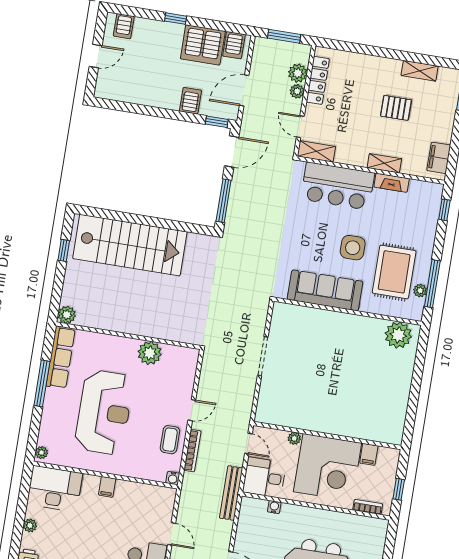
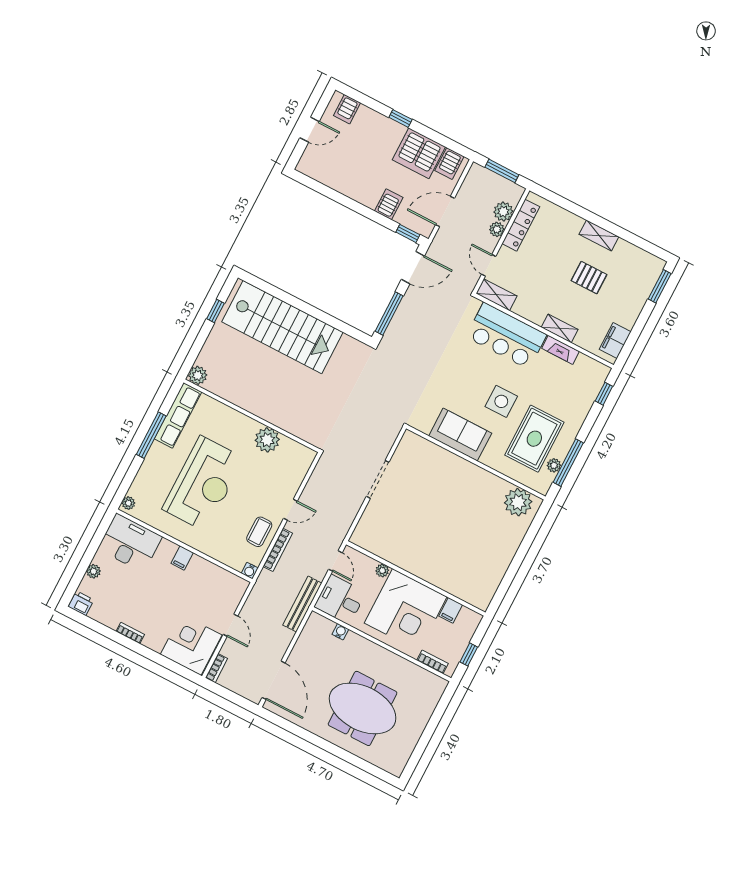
shelving: (420, 71) -> (599, 235), moved
sofa: (325, 290) -> (460, 435), width x0.73

